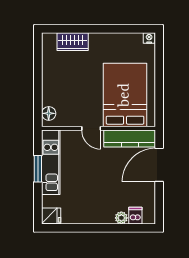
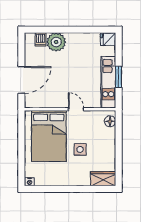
wardrobe: (73, 42) -> (103, 179), moved
side table: (86, 78) -> (80, 149), added
kitchen counter: (130, 138) -> (45, 101), removed
plant: (121, 218) -> (56, 42), width x1.87, depth x1.87

